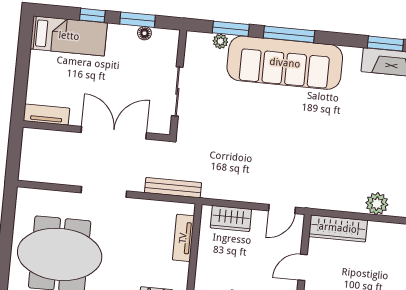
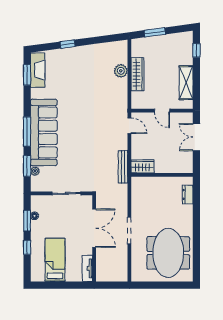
bed: (69, 36) -> (55, 260), moved
double door: (114, 133) -> (94, 228), swing flipped
bench: (173, 188) -> (123, 167), moved
wardrobe: (231, 219) -> (143, 166), moved, turned -90
wardrobe: (338, 228) -> (137, 74), moved
tv unit: (183, 238) -> (152, 182), removed

